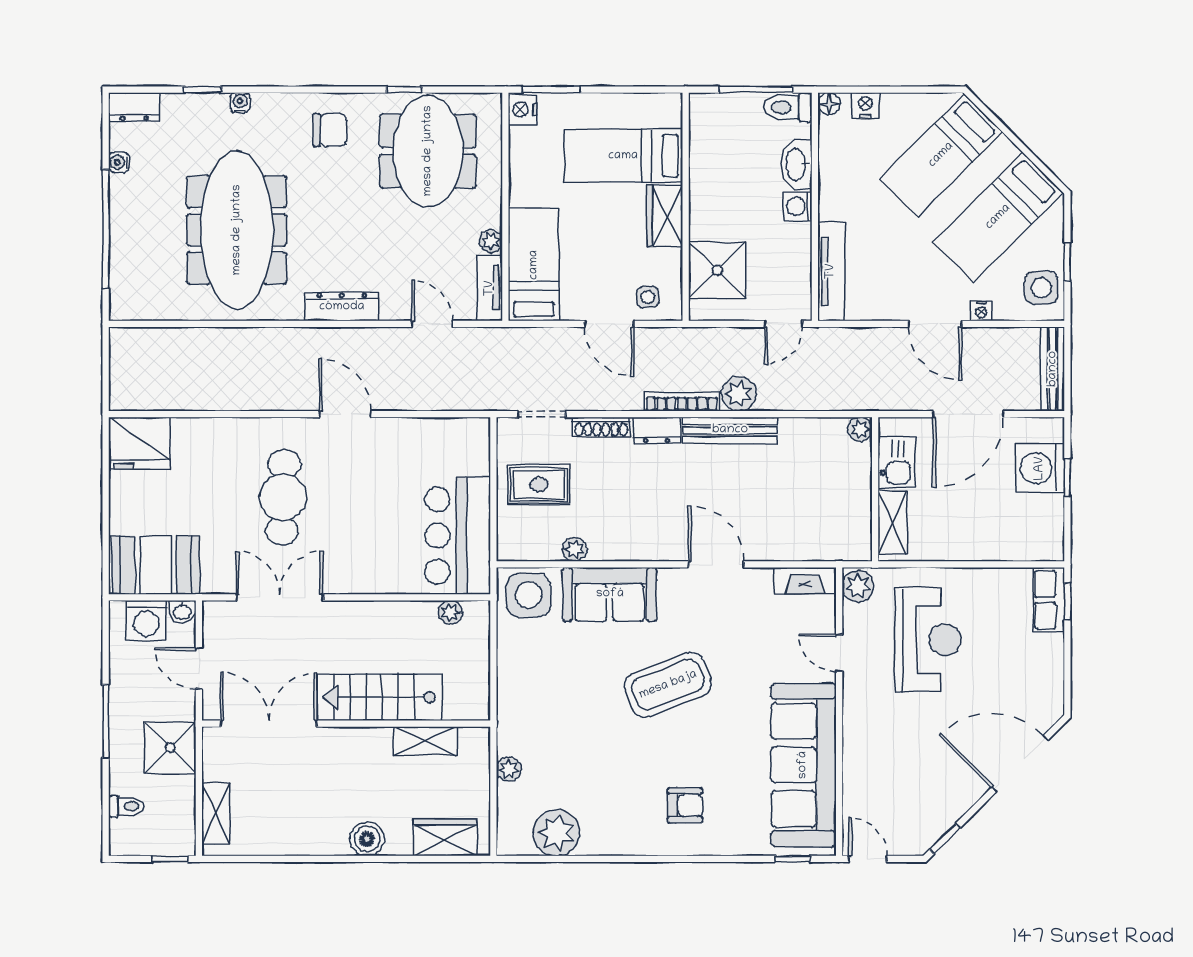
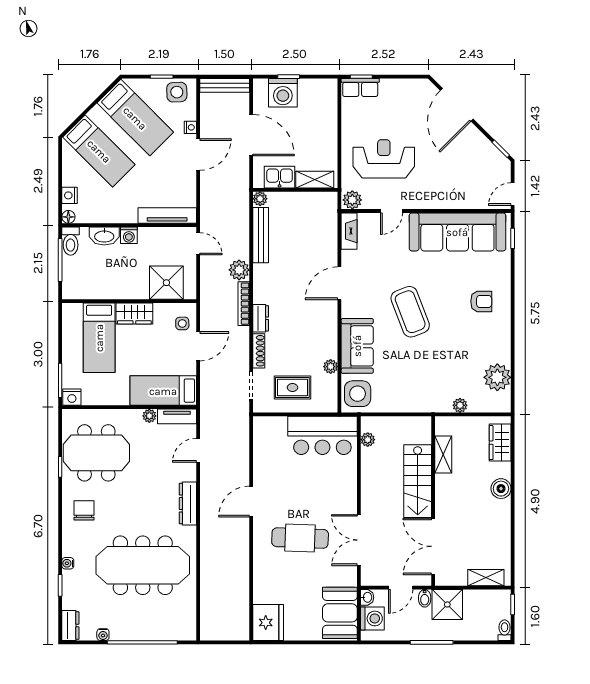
bench: (730, 430) -> (261, 235), moved
rug: (539, 484) -> (292, 387), turned 90
bidet: (181, 709) -> (425, 598), added
armchair: (685, 805) -> (481, 301), turned 90
toilet: (126, 806) -> (505, 630), moved

